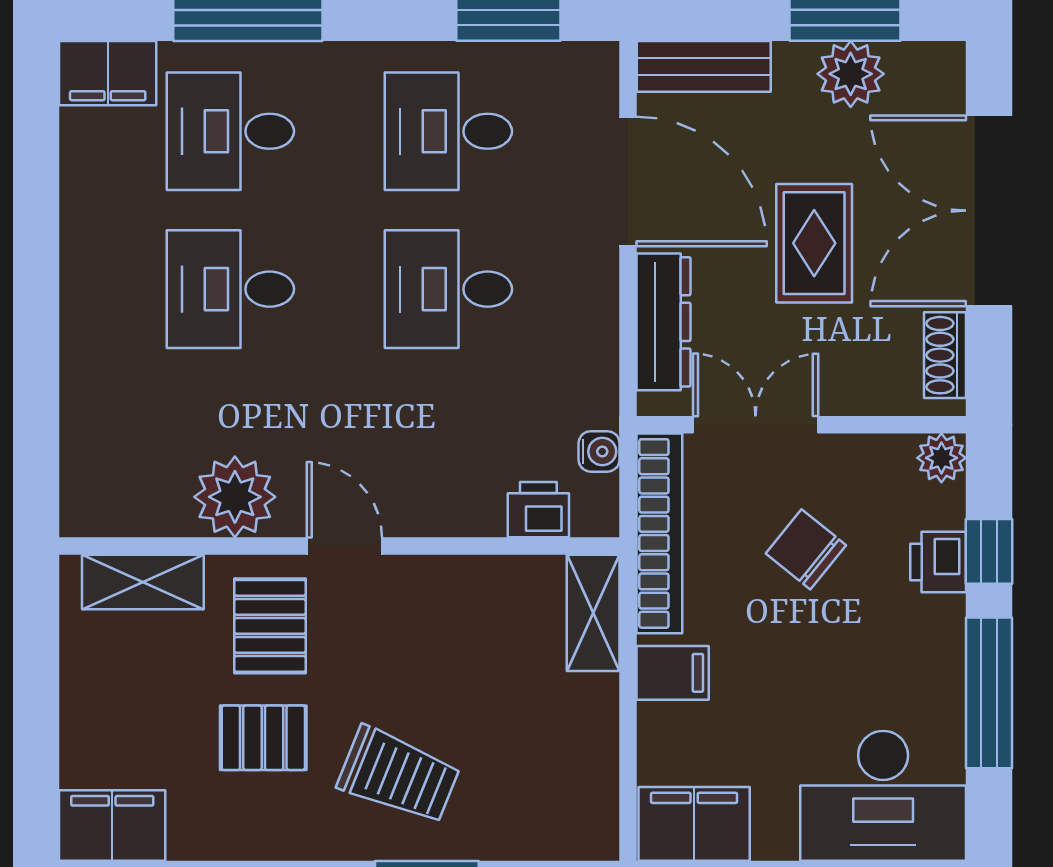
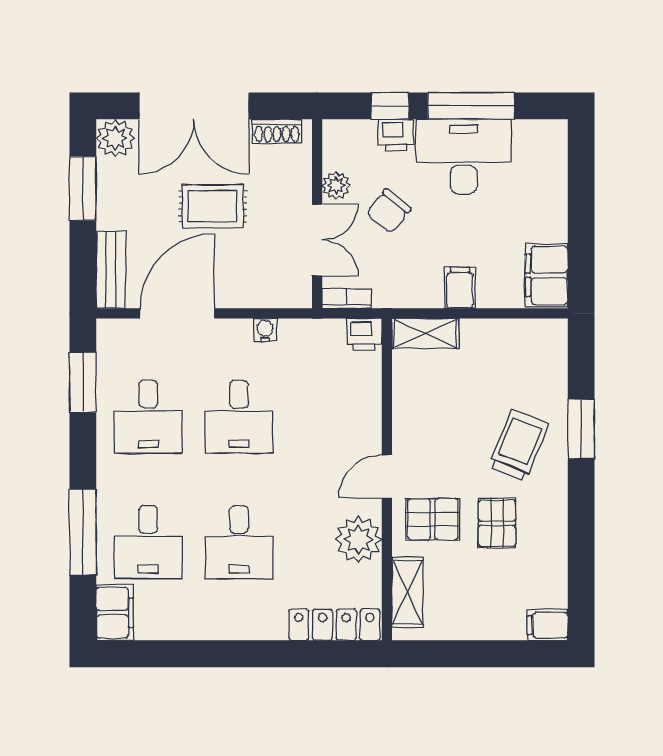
plant: (851, 74) -> (115, 138), moved
dresser: (663, 322) -> (258, 293), removed
double door: (756, 425) -> (317, 240), swing flipped
water cooler: (599, 451) -> (265, 330), moved
locker: (87, 455) -> (334, 625), added
plant: (941, 458) -> (336, 185), moved
printer: (538, 510) -> (364, 334), moved, turned -90
bookcase: (659, 533) -> (347, 298), width x0.43, depth x0.76
desk: (883, 796) -> (464, 156), moved, turned -90
filing cabinet: (112, 825) -> (547, 625), width x0.50

